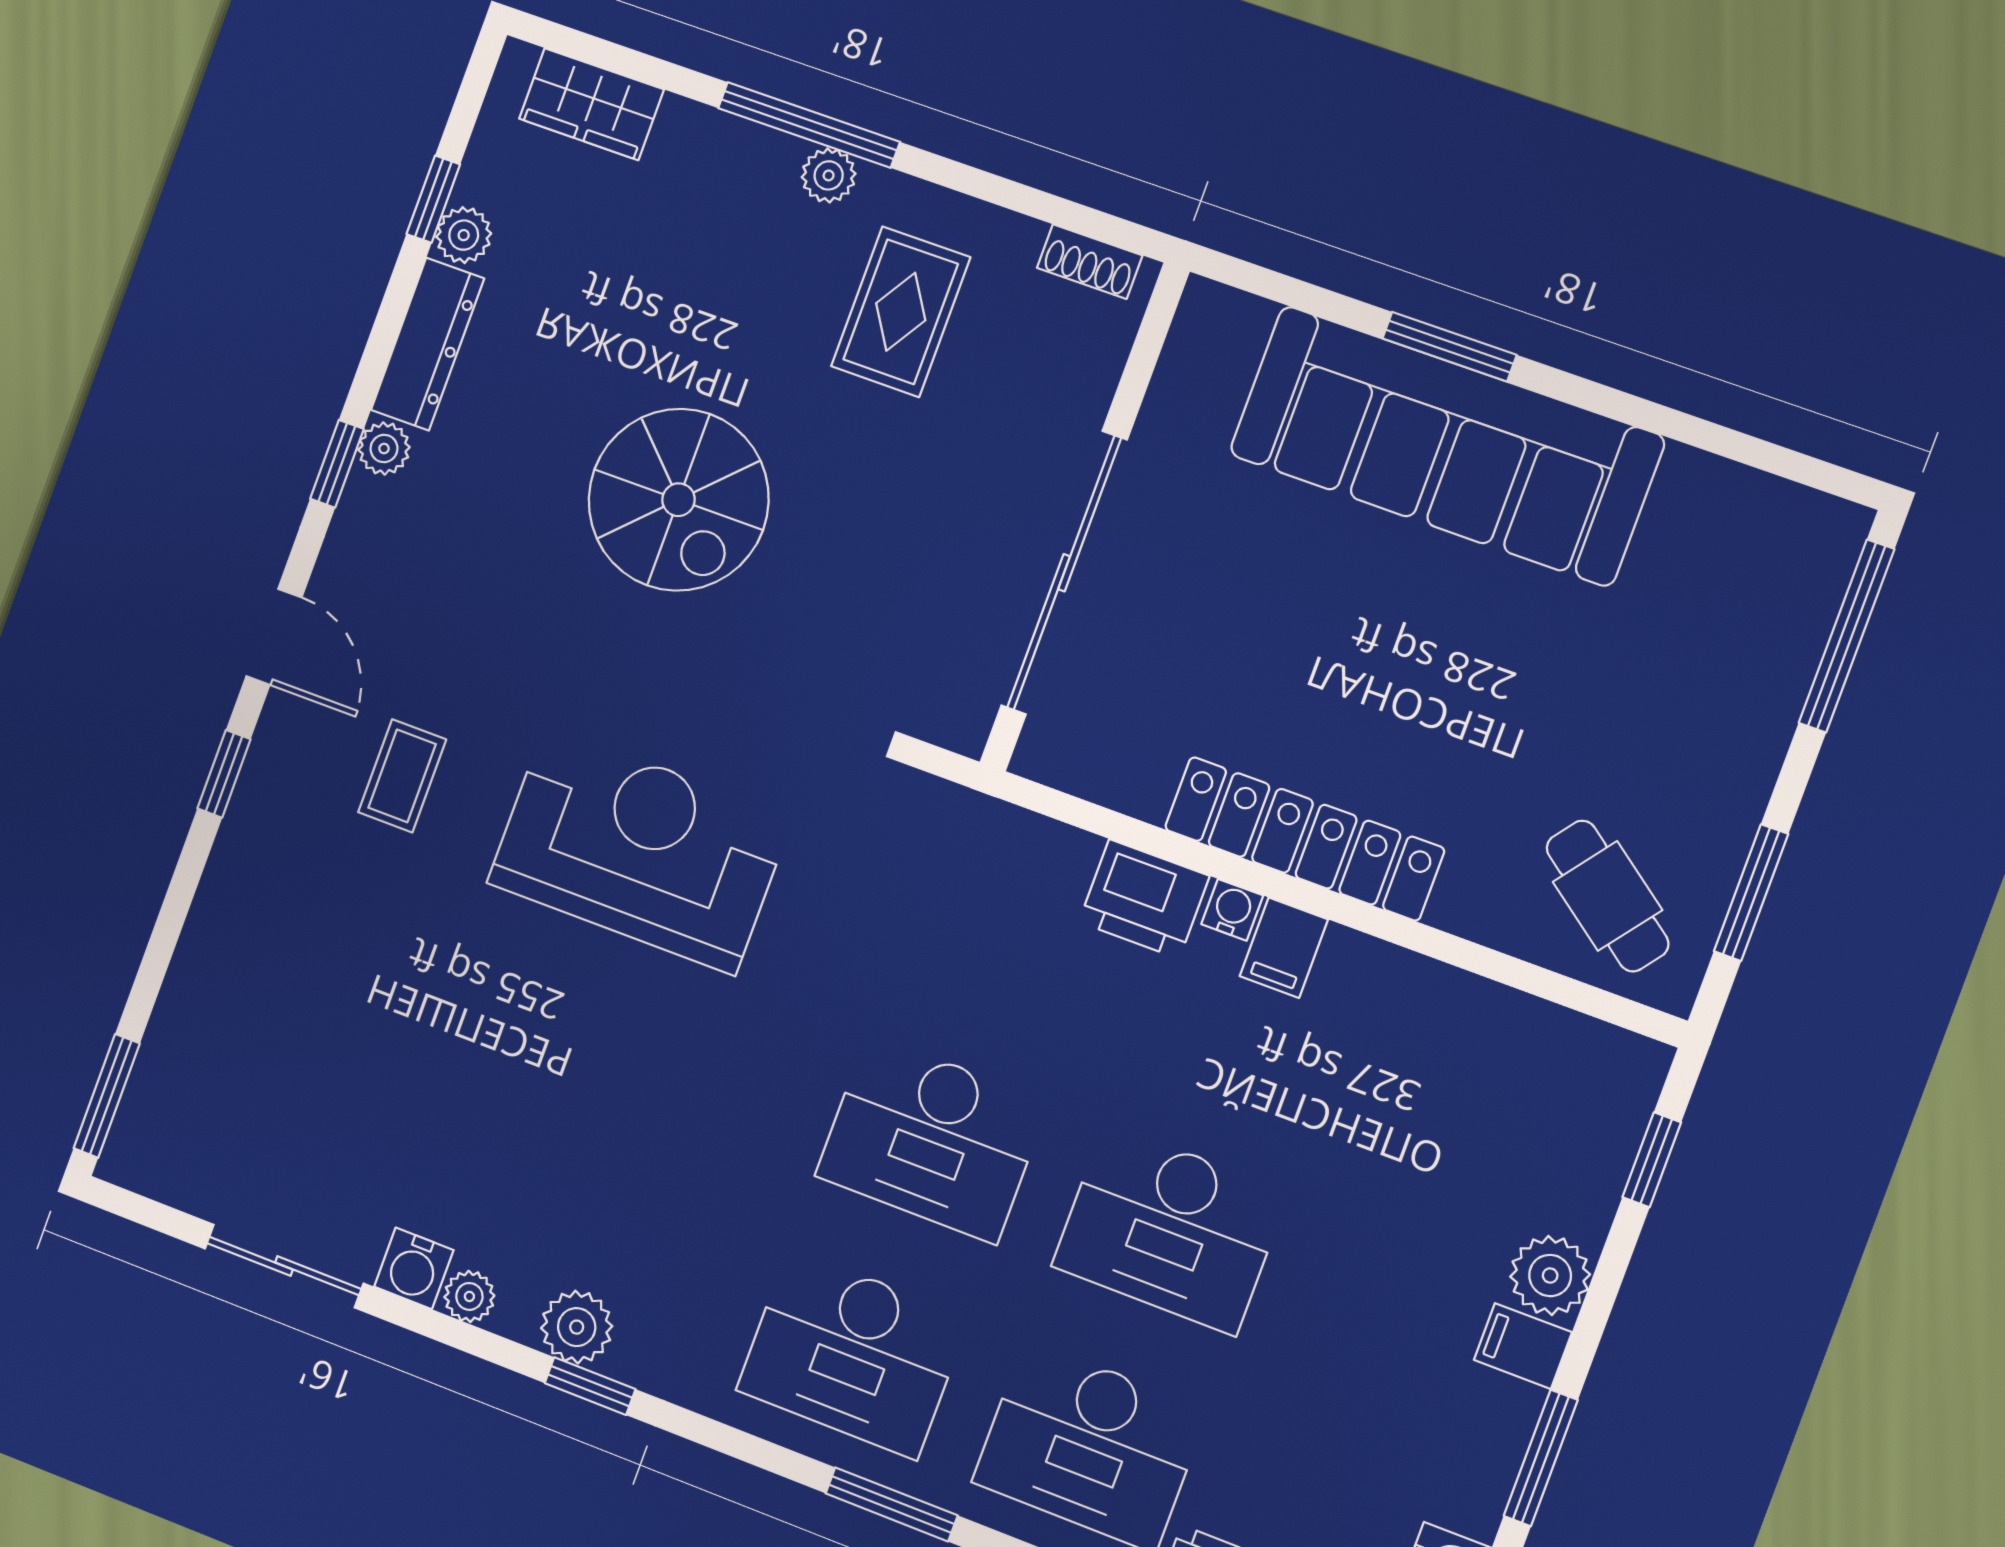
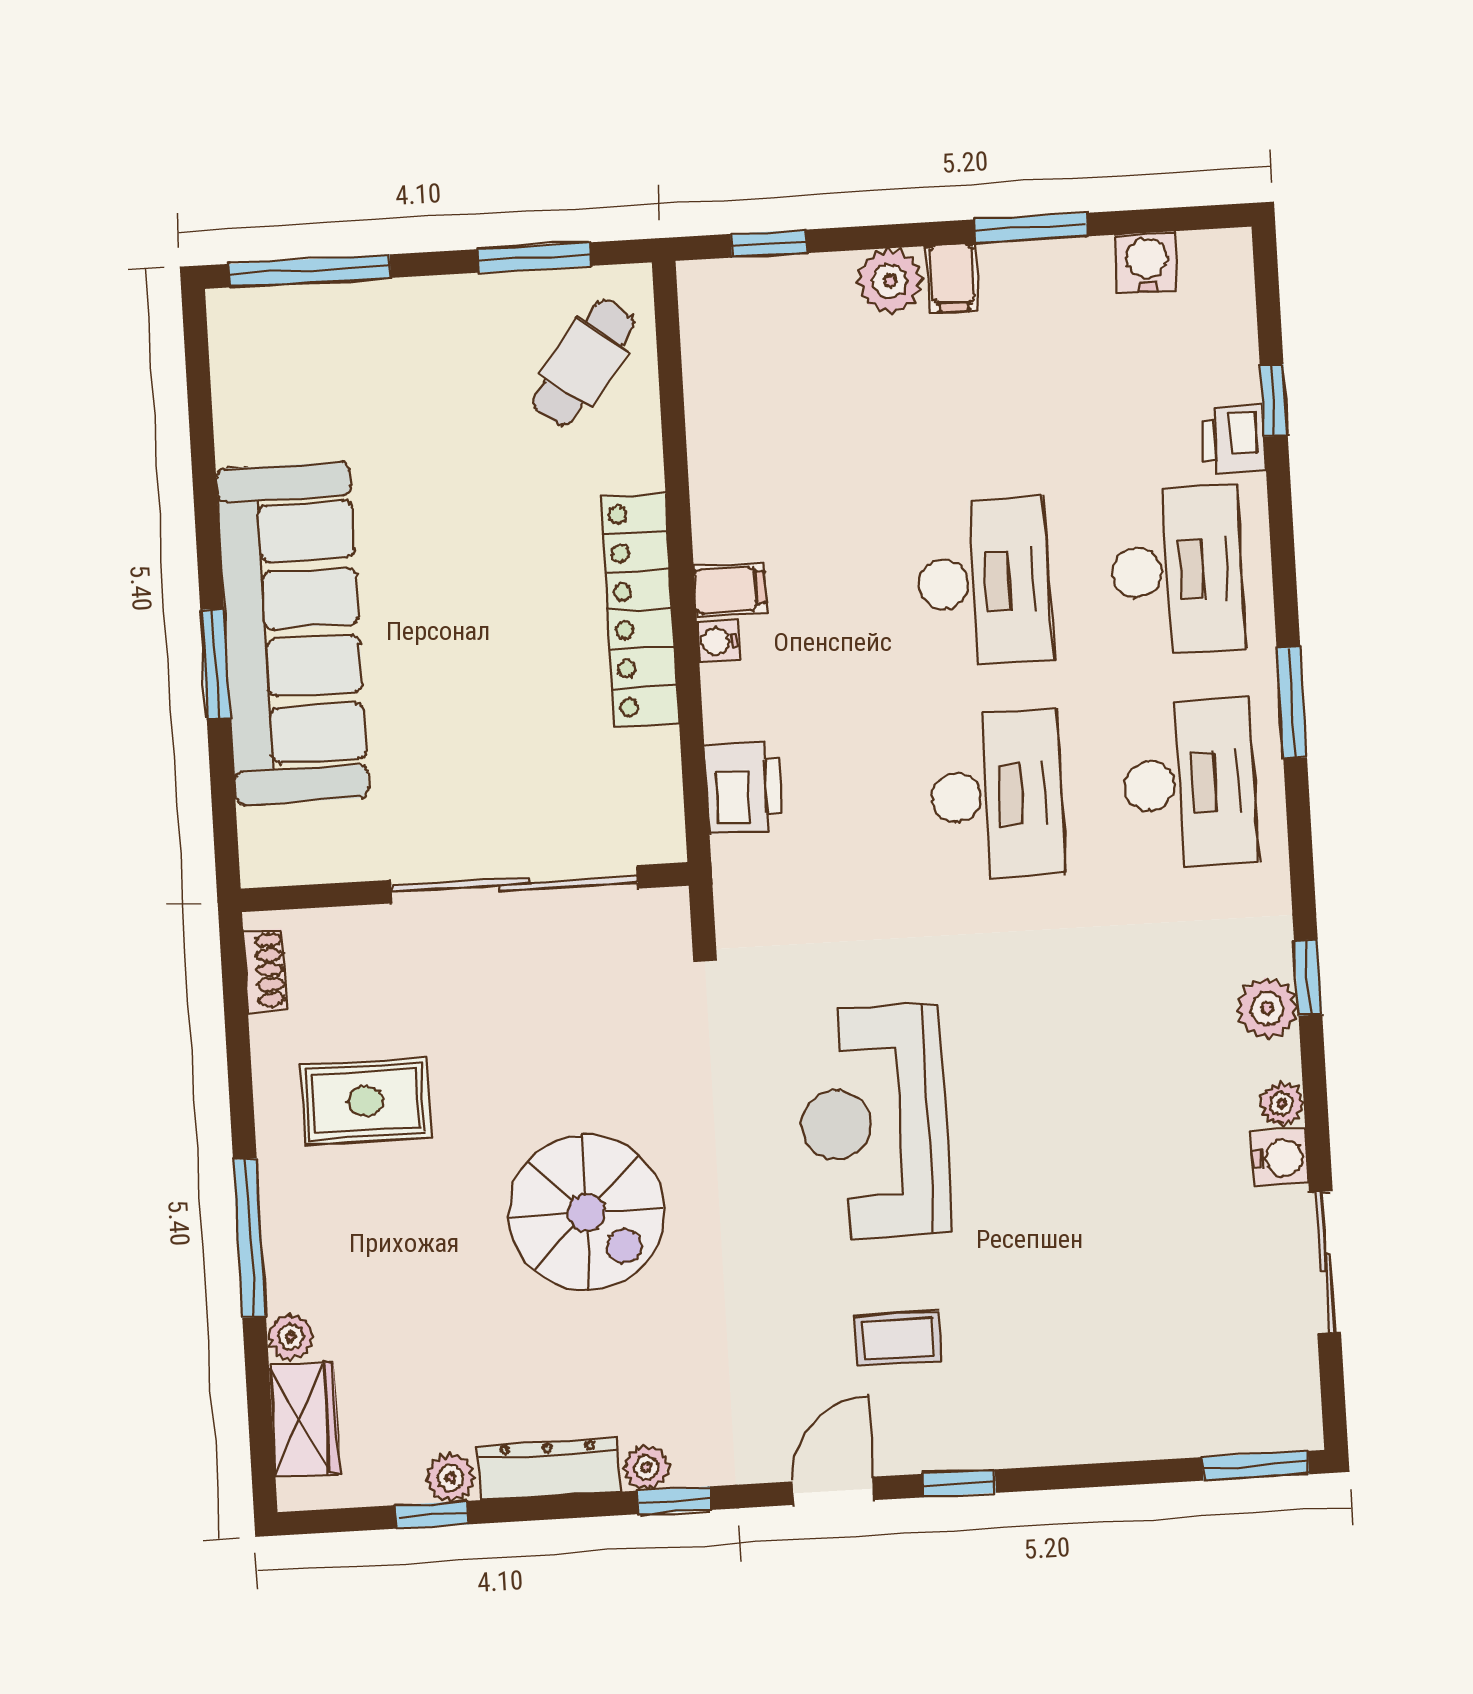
plant: (829, 175) -> (290, 1337), moved
spiral stairs: (679, 500) -> (586, 1212), turned 90
printer: (1144, 899) -> (744, 788), moved

